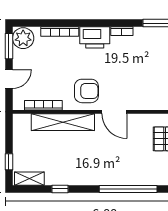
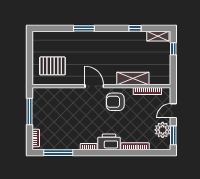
plant: (23, 38) -> (163, 130), moved
shelving: (63, 122) -> (133, 78), width x0.68
window: (128, 189) -> (84, 28), width x0.47

